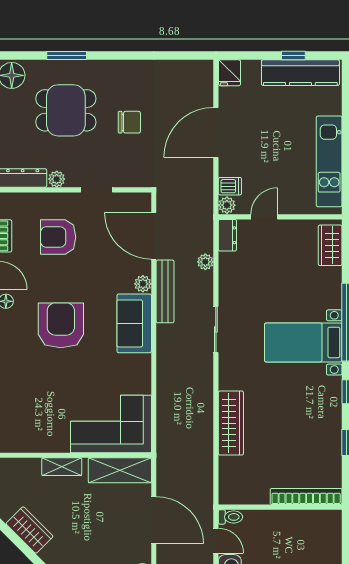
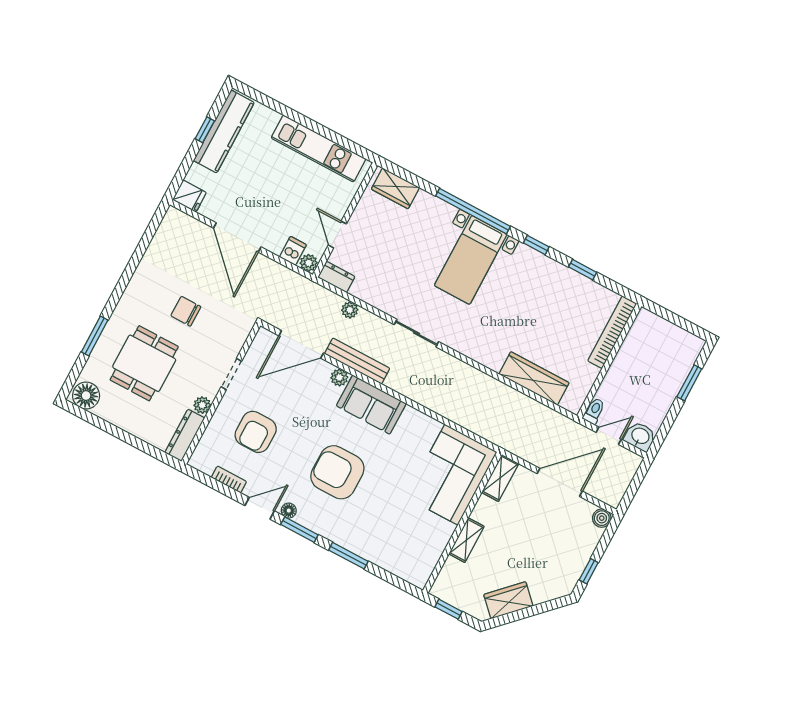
chair: (129, 122) -> (186, 311), turned -90
wardrobe: (231, 423) -> (534, 378), moved
shelving: (120, 470) -> (500, 478), width x0.67, depth x0.75

